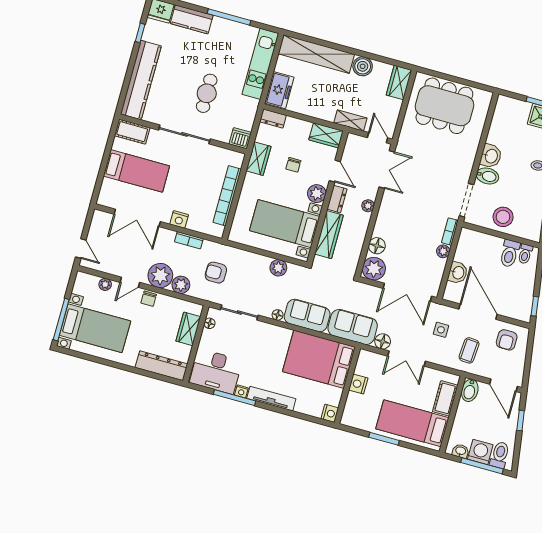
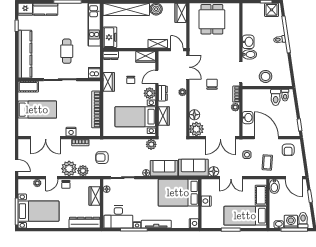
dining table: (444, 106) -> (212, 19), width x0.73
door: (335, 171) -> (157, 77), swing flipped
chair: (417, 206) -> (212, 84), added
wardrobe: (329, 235) -> (164, 116), width x0.67
plant: (278, 268) -> (151, 144), moved

